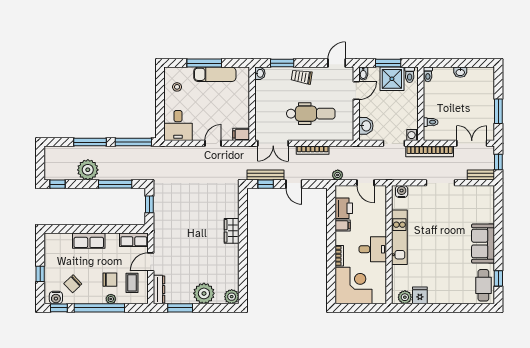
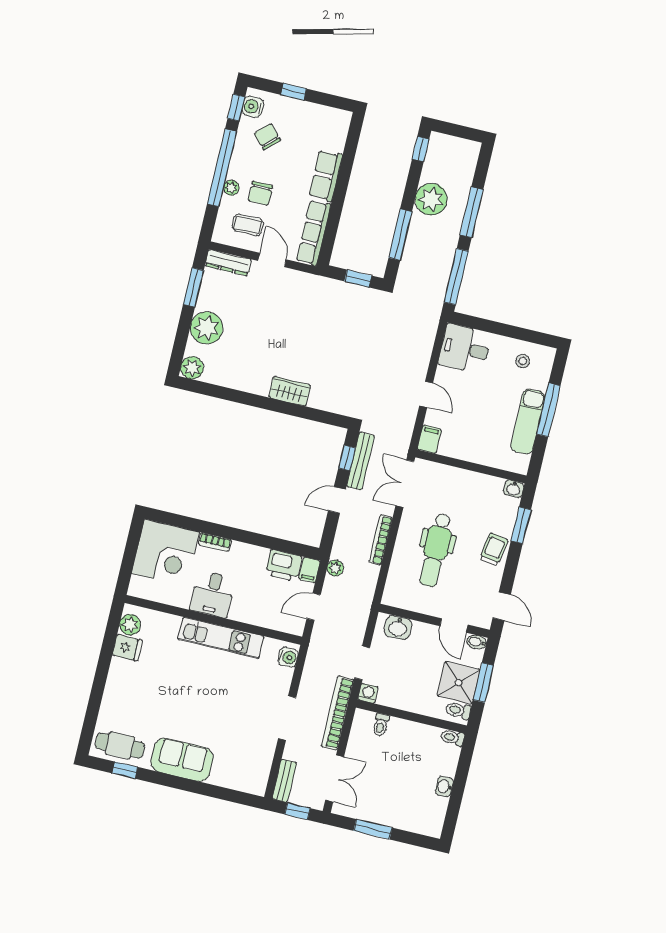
filing cabinet: (343, 225) -> (309, 570), moved
row of seats: (134, 240) -> (314, 233), width x1.48

